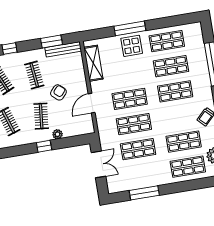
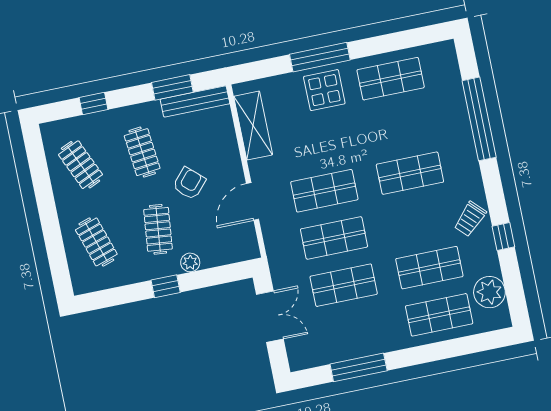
shop shelf: (171, 66) -> (400, 126), removed

